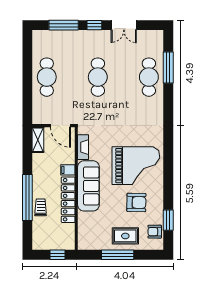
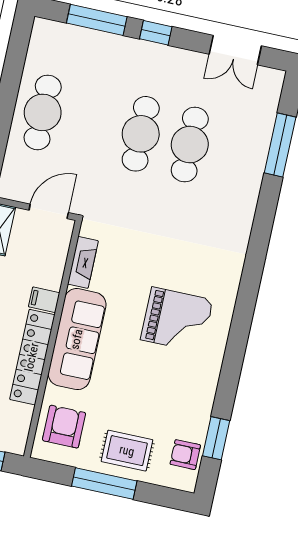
double door: (124, 25) -> (235, 50), moved
cafe table: (149, 77) -> (190, 145), moved
door: (60, 126) -> (49, 211), swing flipped
grand piano: (136, 166) -> (177, 320), width x0.73, depth x0.68
armchair: (136, 202) -> (64, 427), moved, turned -91

